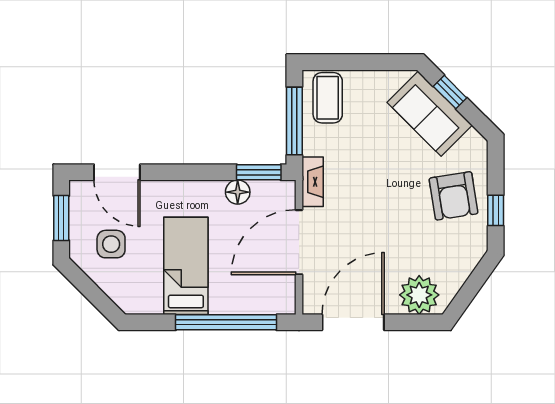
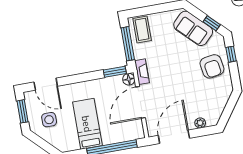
window: (450, 92) -> (212, 23), moved
floor lamp: (238, 192) -> (129, 79), moved
window: (496, 210) -> (231, 54), moved
plant: (419, 295) -> (200, 123), width x0.53, depth x0.53

